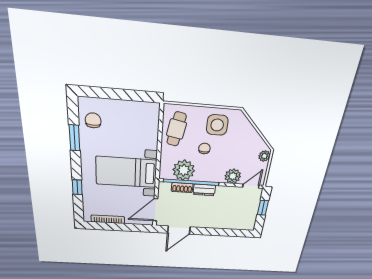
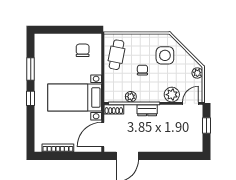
chair: (93, 120) -> (83, 50), moved
side table: (217, 125) -> (165, 55), moved
plant: (184, 170) -> (131, 97), width x0.53, depth x0.53
window: (77, 187) -> (31, 98), moved
shoe rack: (182, 188) -> (114, 109), moved

